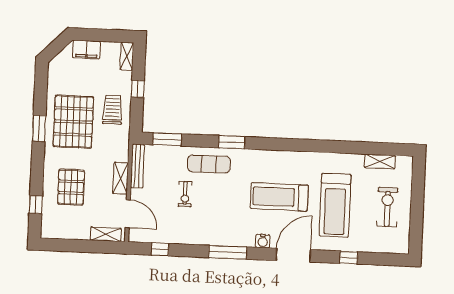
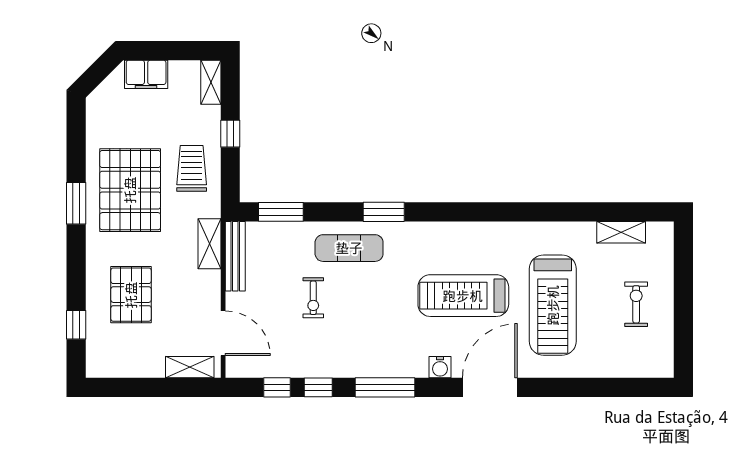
shelving: (121, 178) -> (209, 244), moved
exercise bike: (387, 207) -> (636, 304), width x0.73, depth x0.72
window: (349, 258) -> (318, 387), moved

